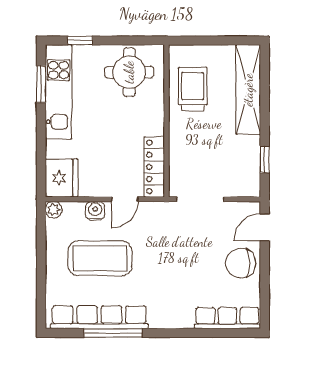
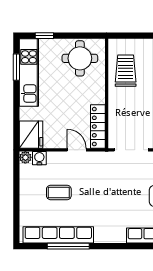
door: (125, 199) -> (77, 150), swing flipped
water cooler: (95, 211) -> (39, 158), moved
coffee table: (100, 258) -> (59, 192), width x0.54, depth x0.58

